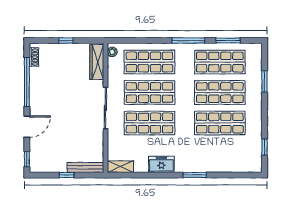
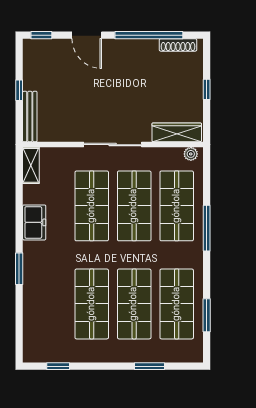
window: (188, 40) -> (207, 228), moved
shoe rack: (34, 57) -> (178, 45), width x1.43

